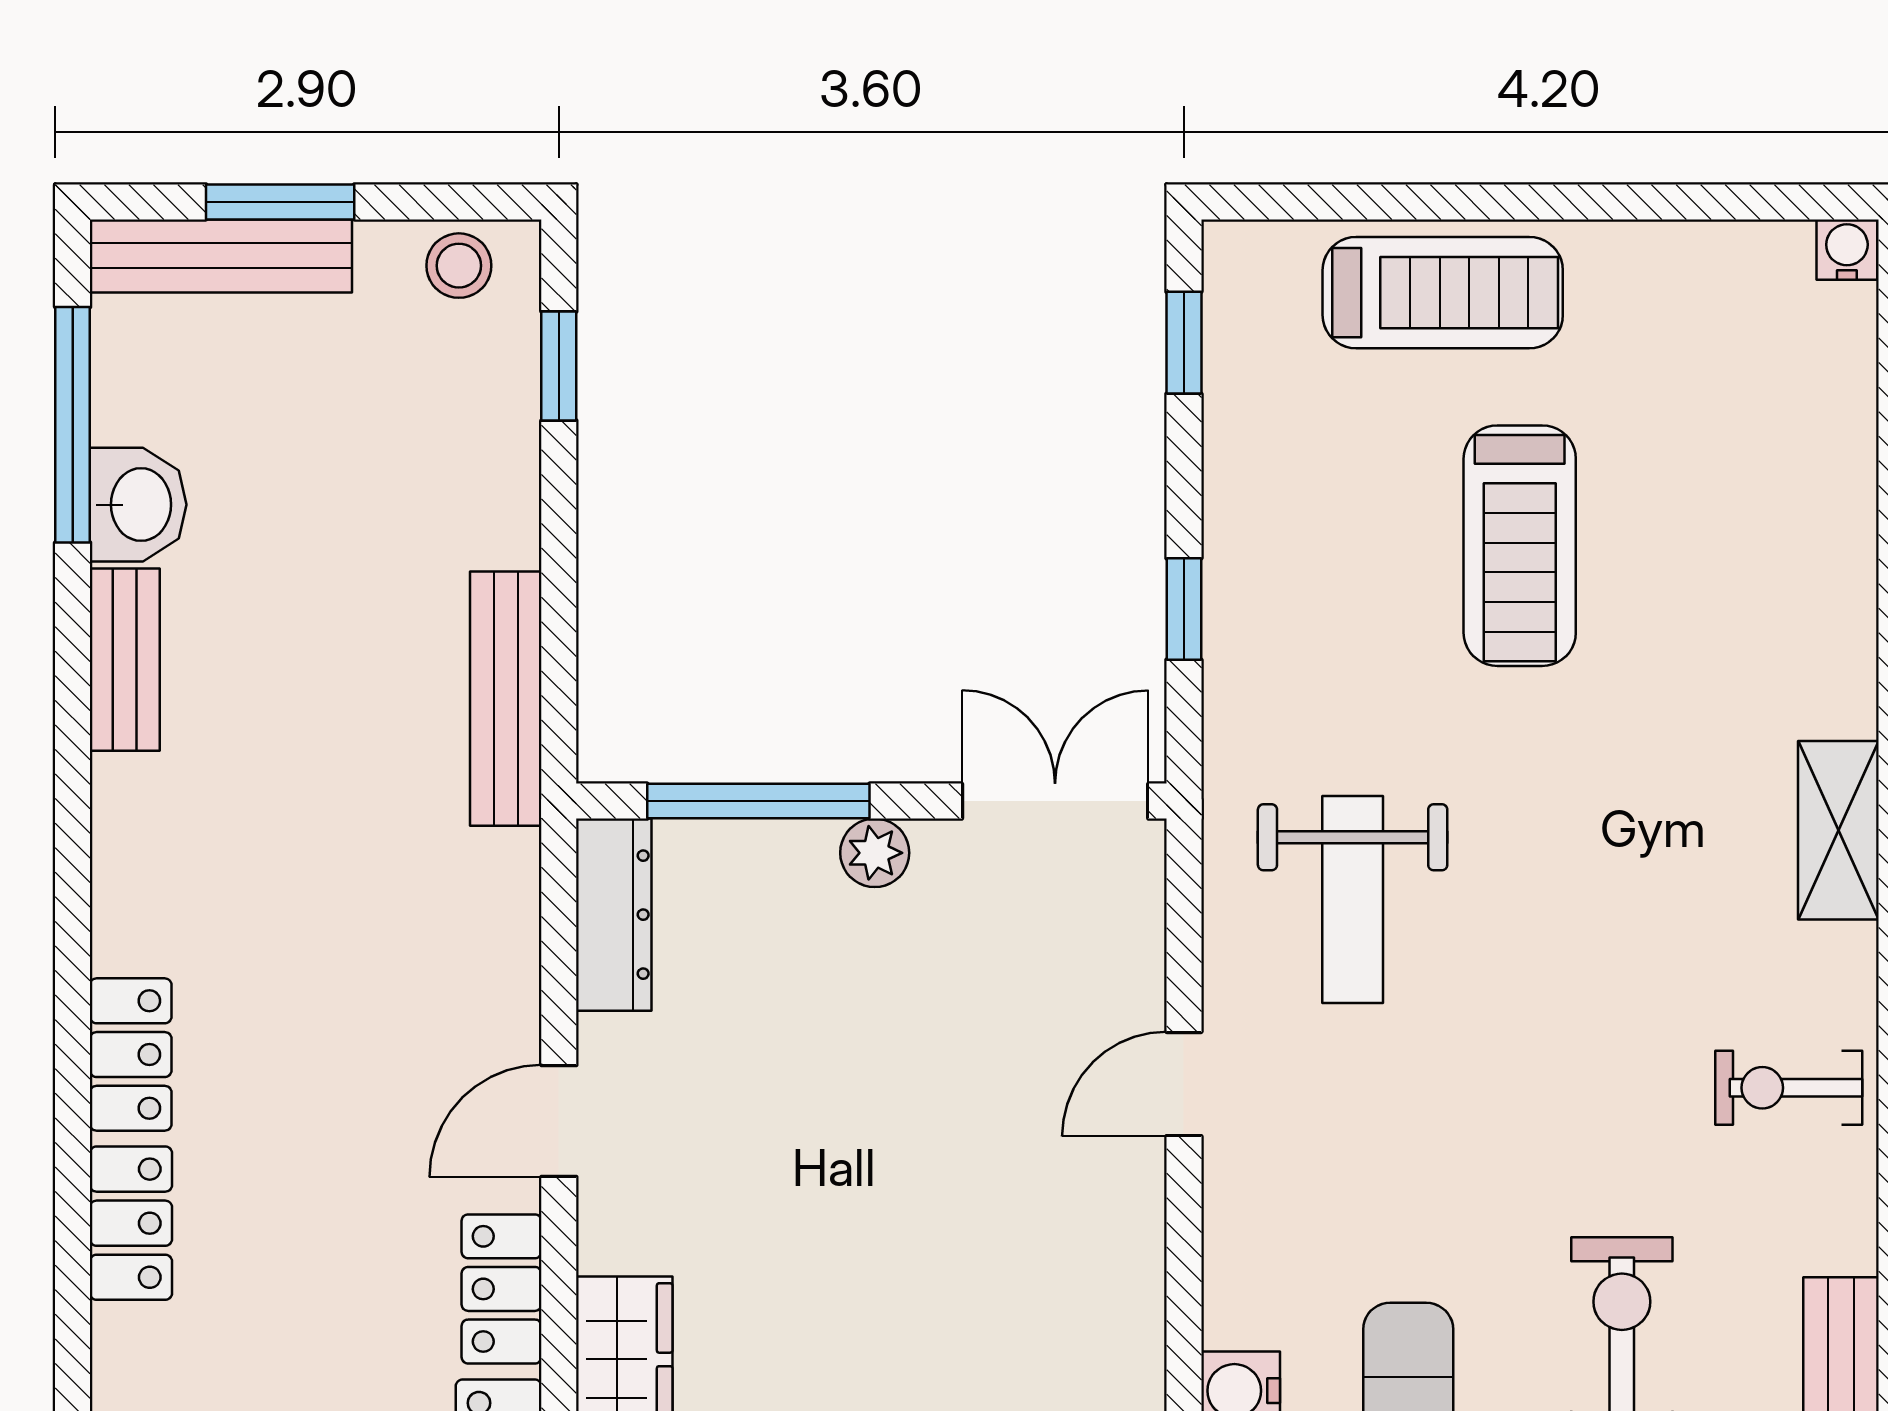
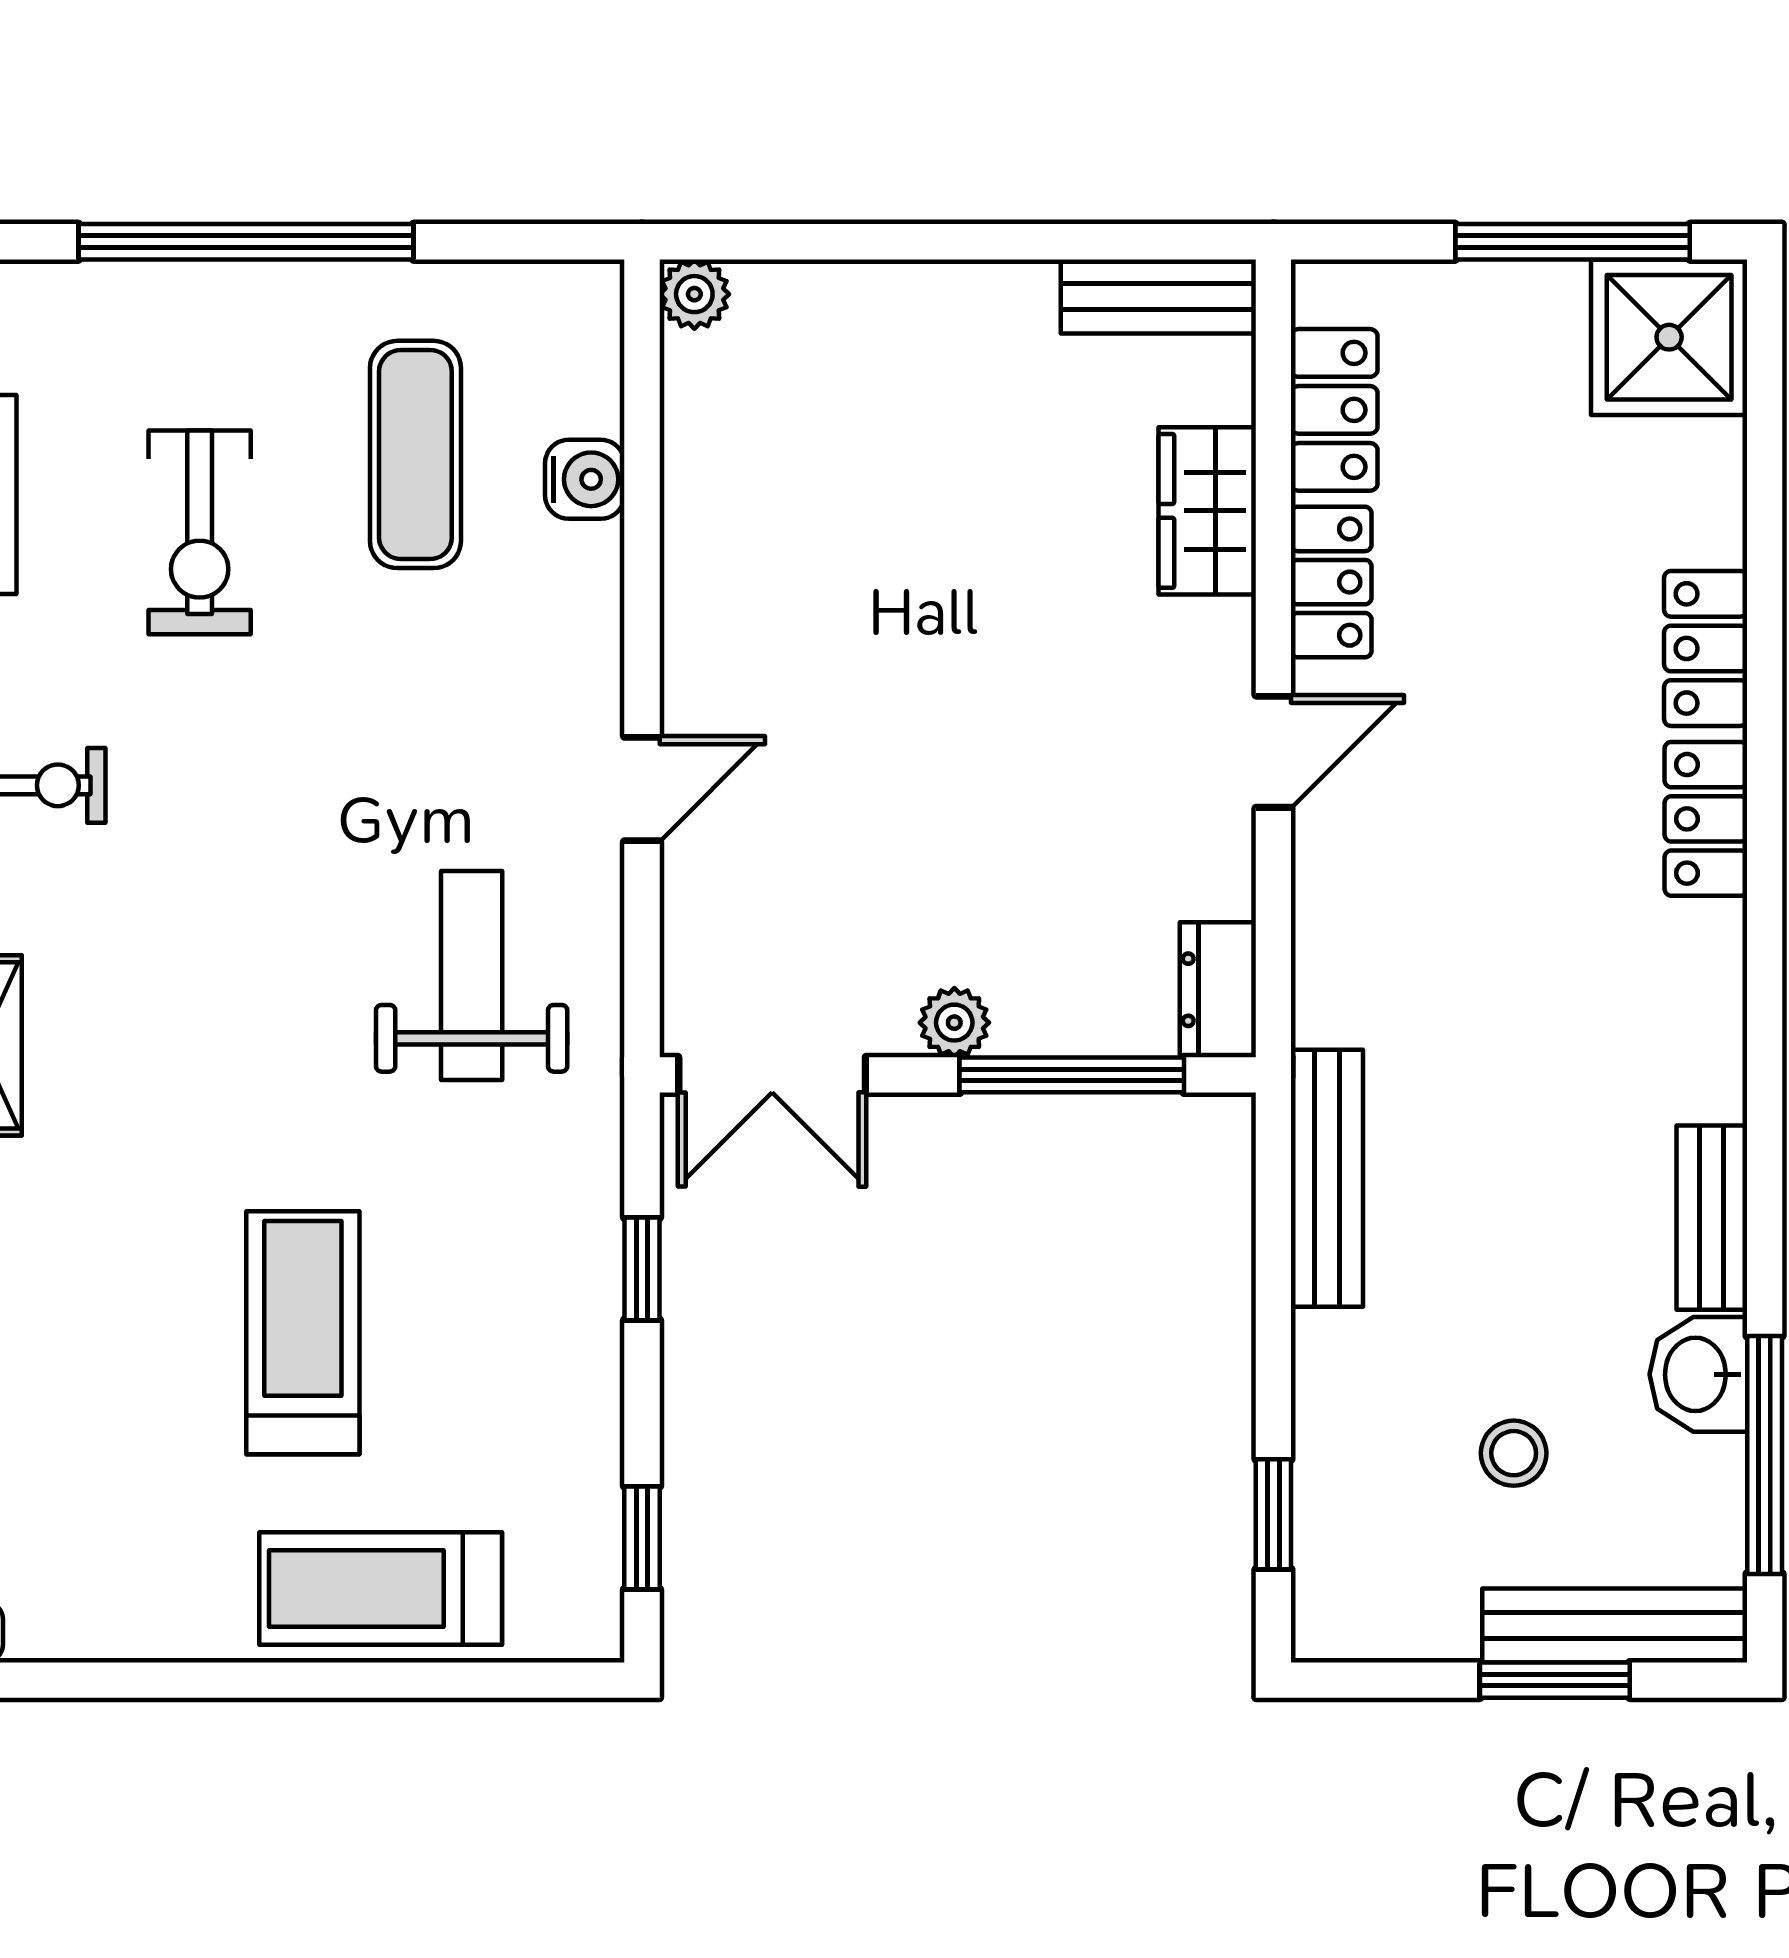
stool: (459, 266) -> (1514, 1453), moved
dresser: (614, 915) -> (1218, 990), width x0.70

